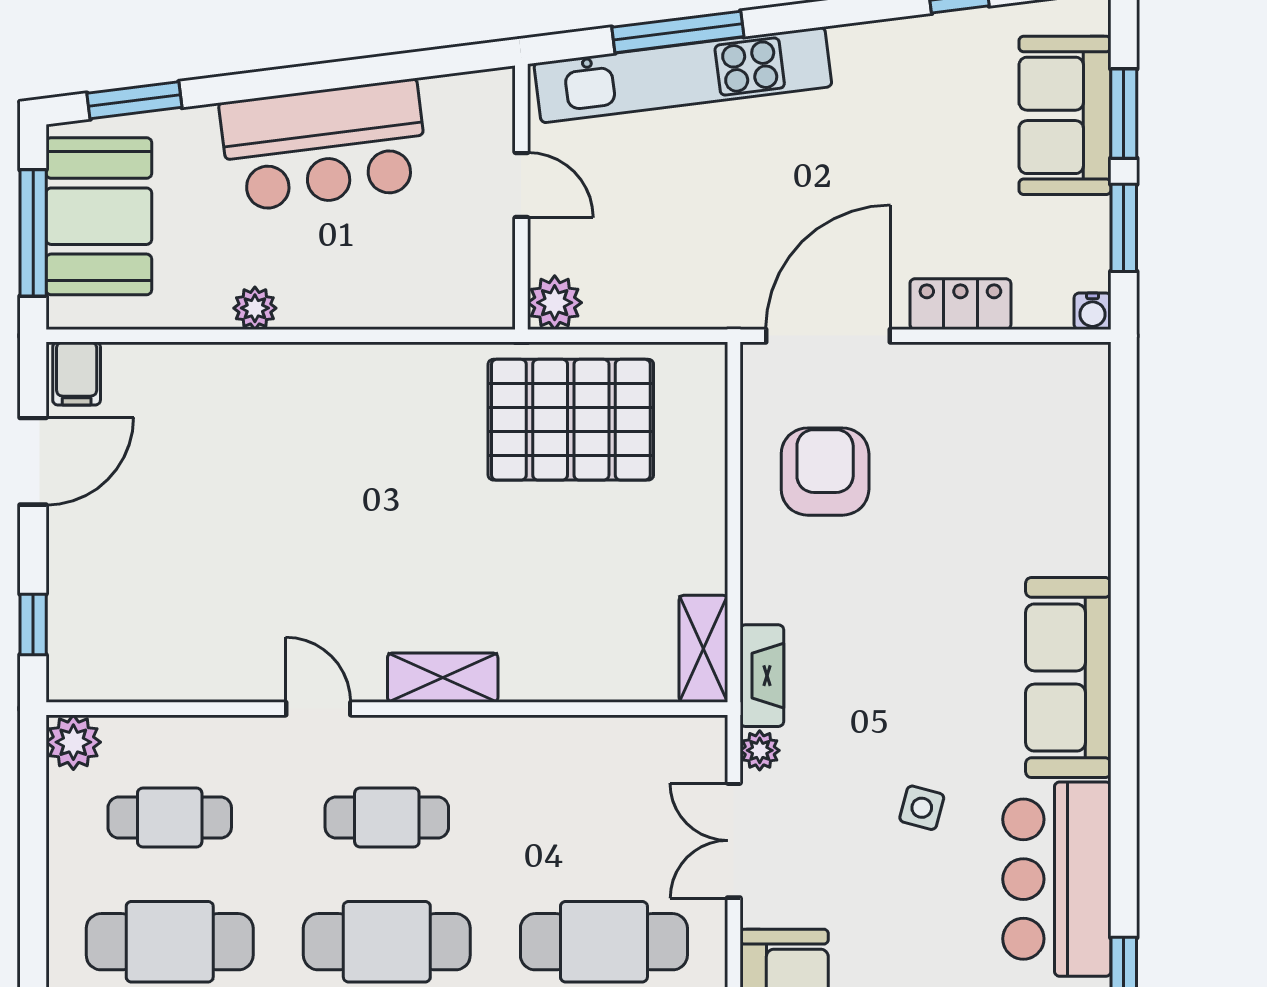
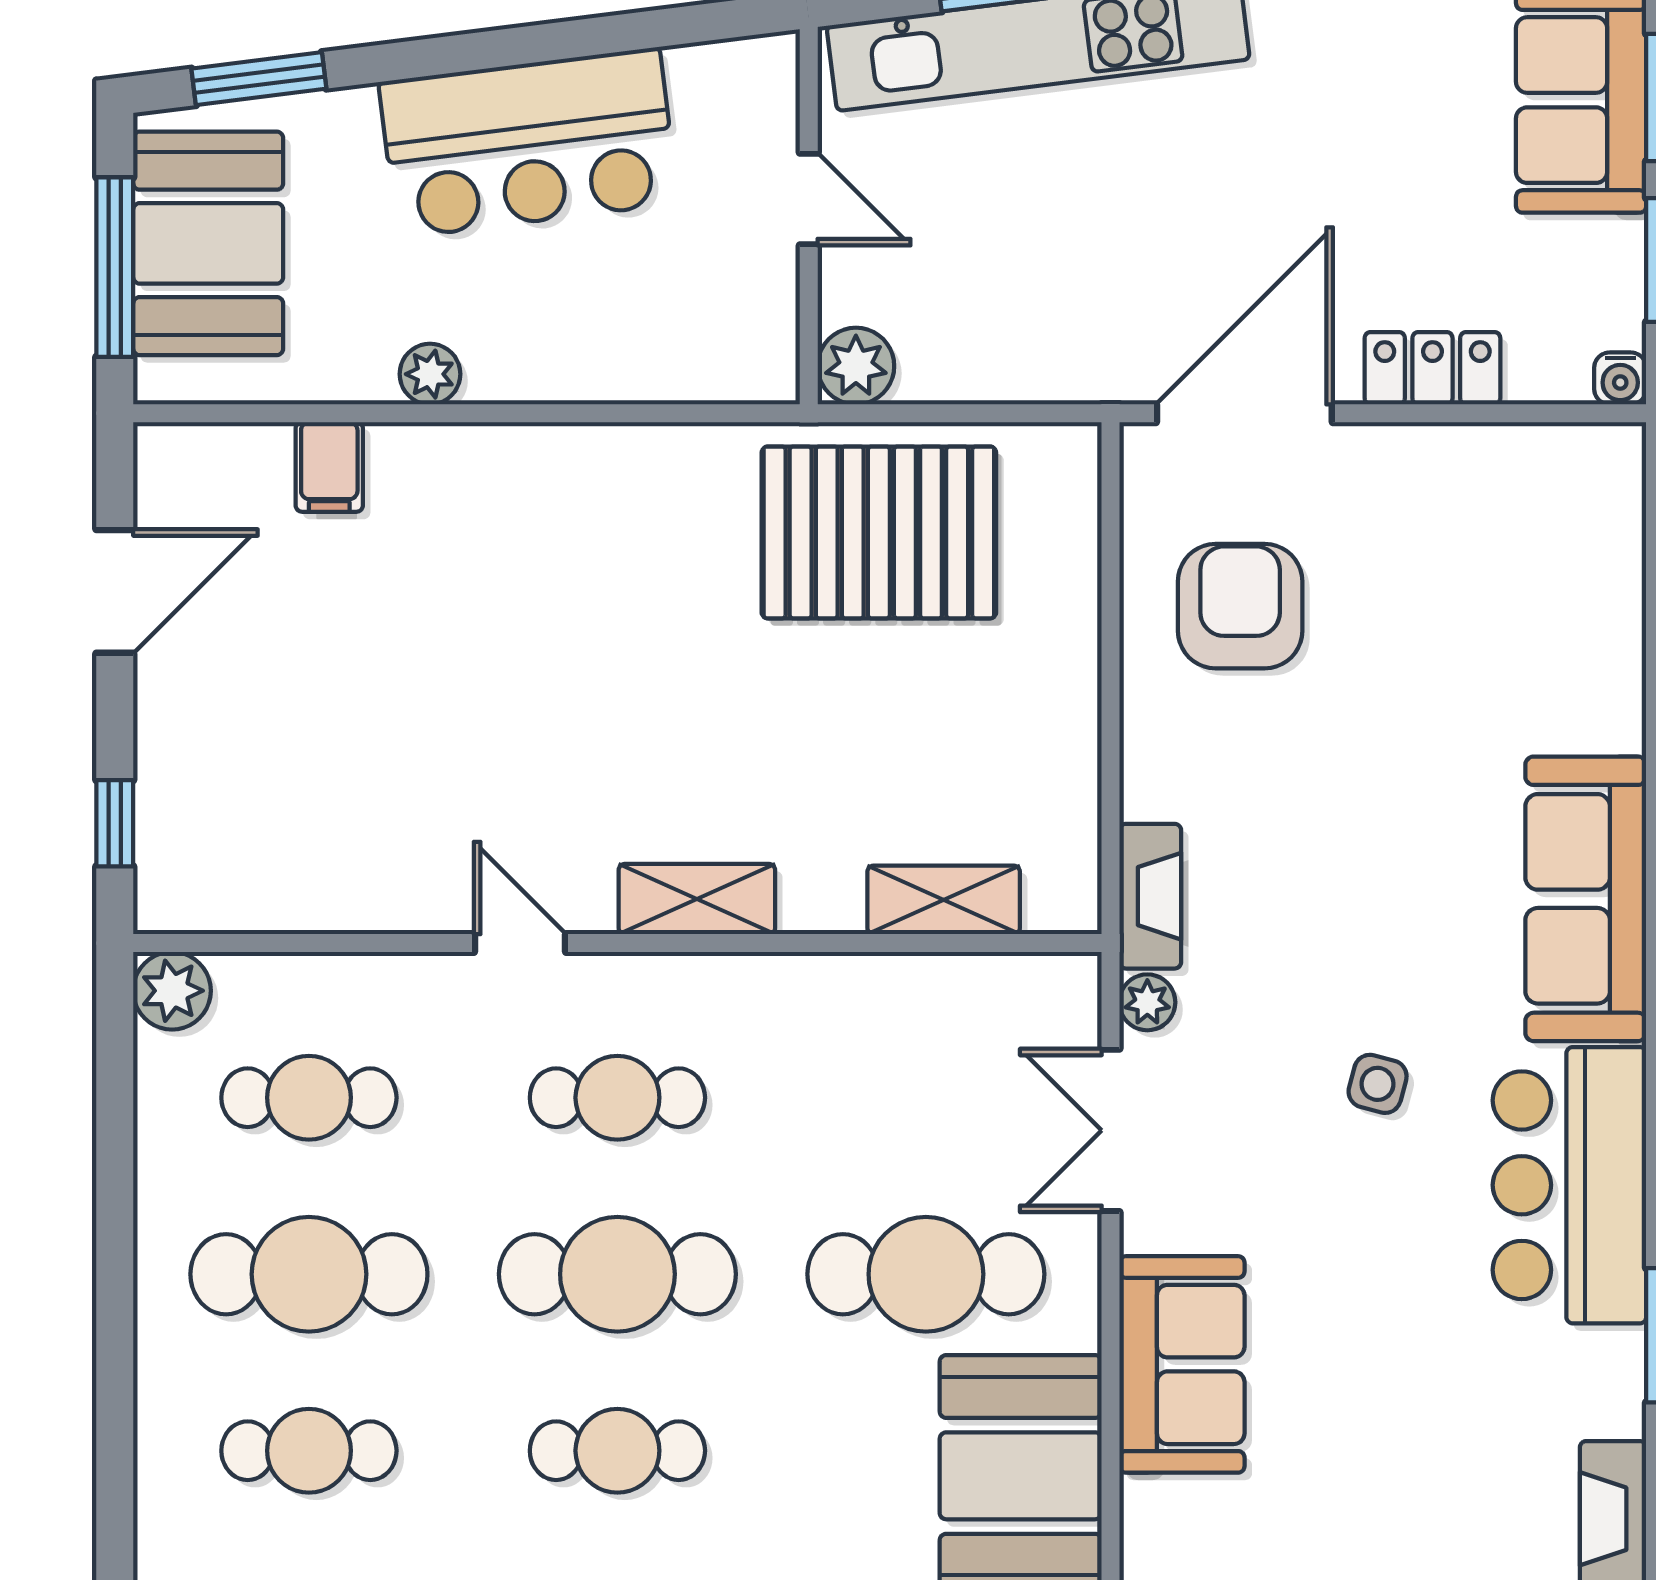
filing cabinet: (77, 374) -> (329, 467), moved
shelving: (703, 649) -> (944, 900), moved, turned 90

